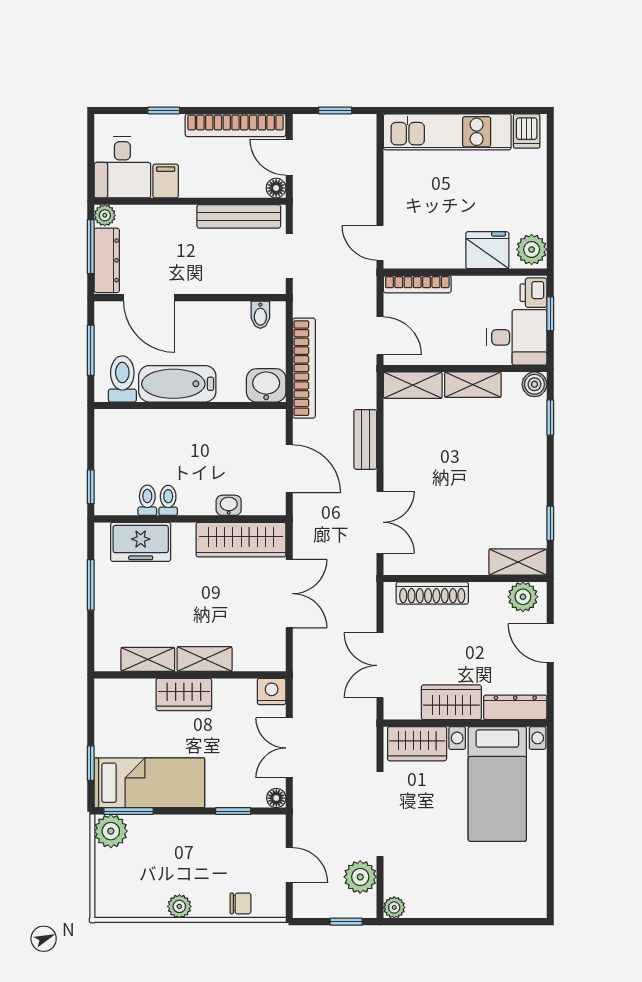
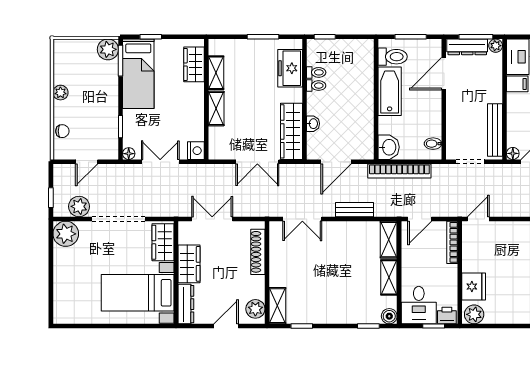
wardrobe: (184, 694) -> (194, 64), moved
chair: (240, 903) -> (62, 131), turned -90
plant: (394, 907) -> (66, 234), width x1.87, depth x1.87

